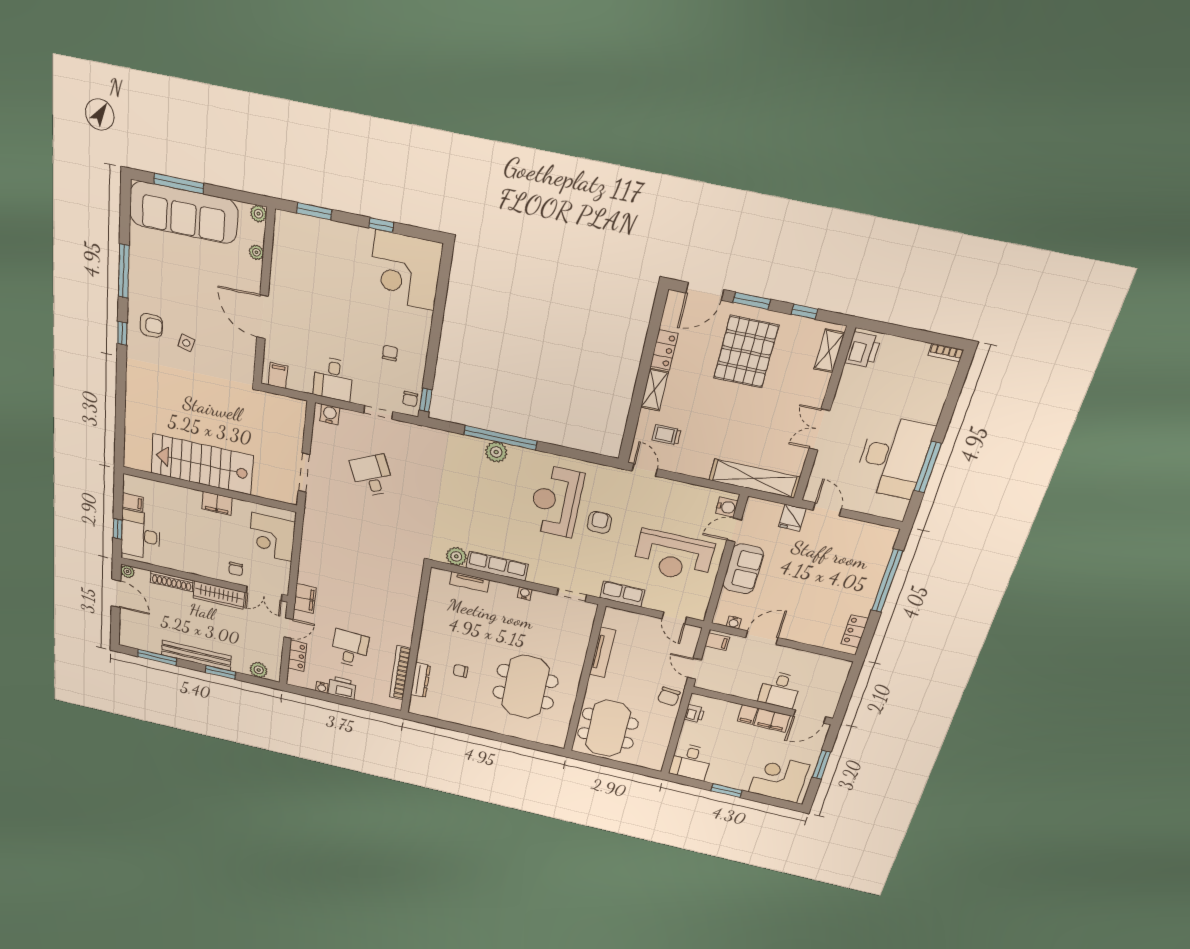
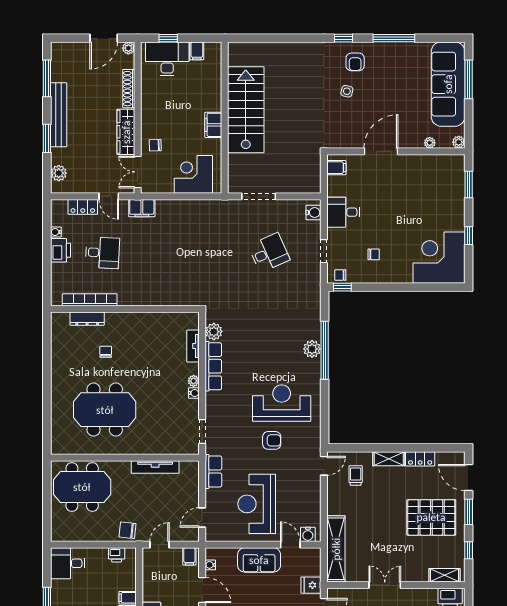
plant: (510, 591) -> (194, 381), added

